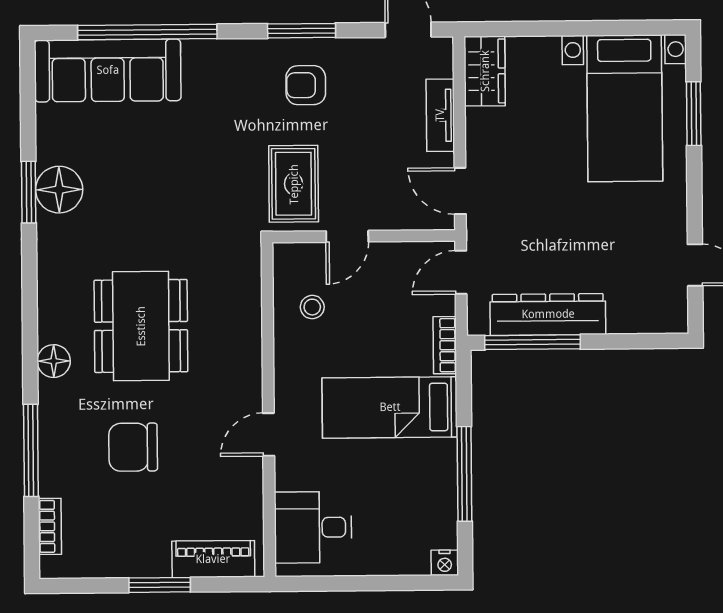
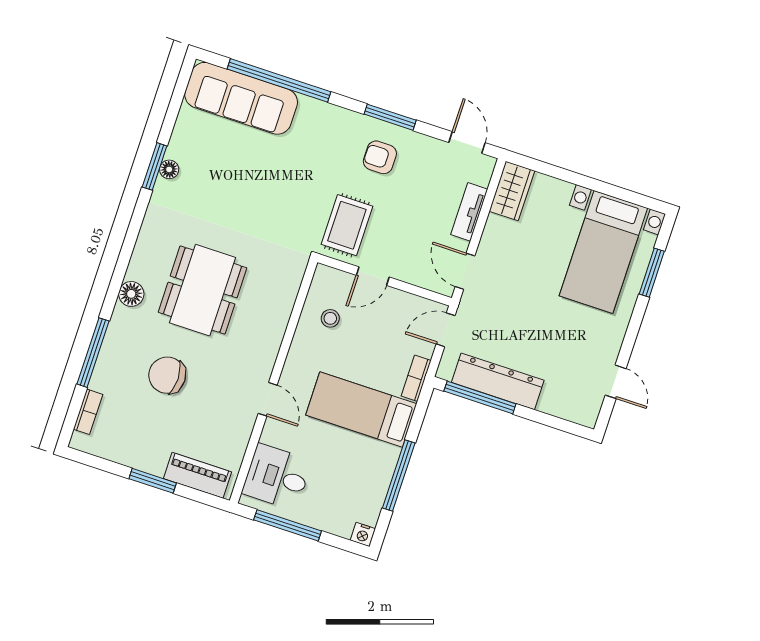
floor lamp: (59, 190) -> (169, 169), width x0.53, depth x0.53
door: (269, 434) -> (268, 399), swing flipped
window: (347, 583) -> (288, 525), added

